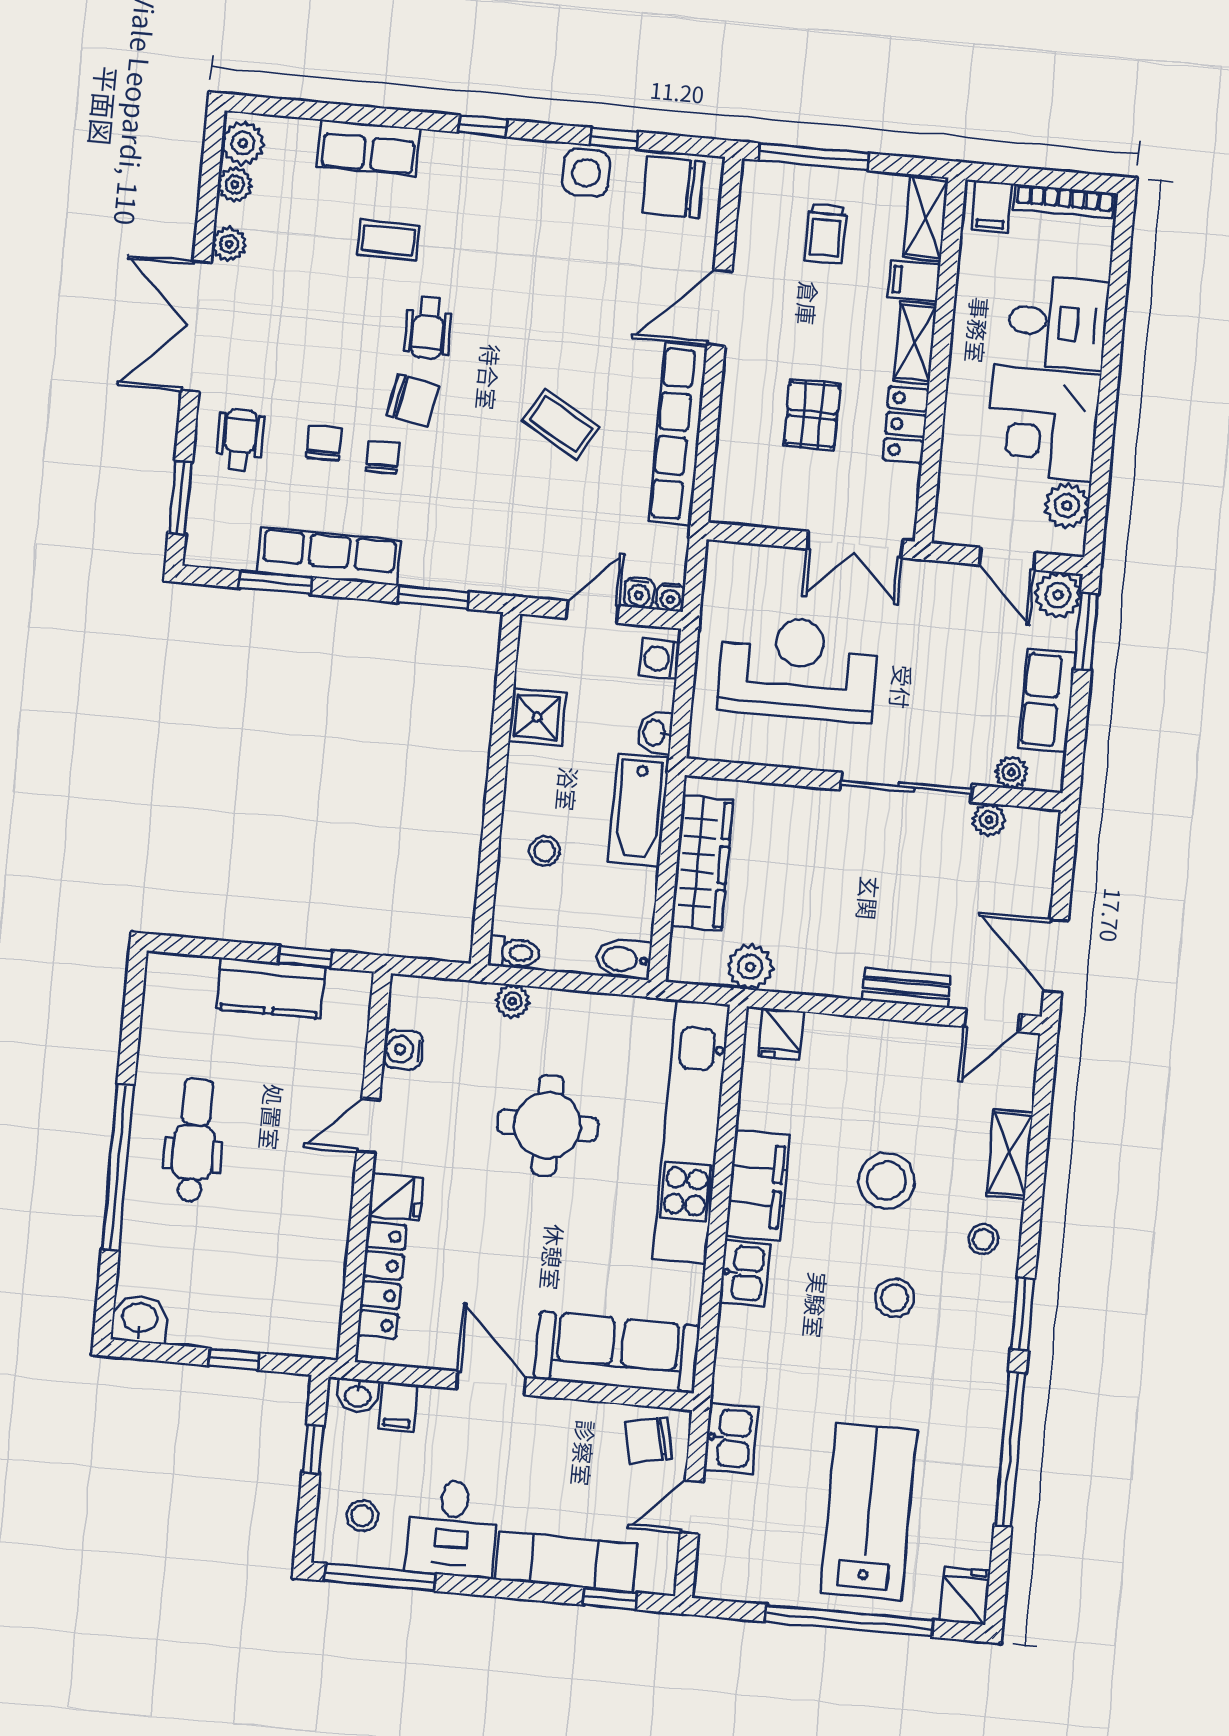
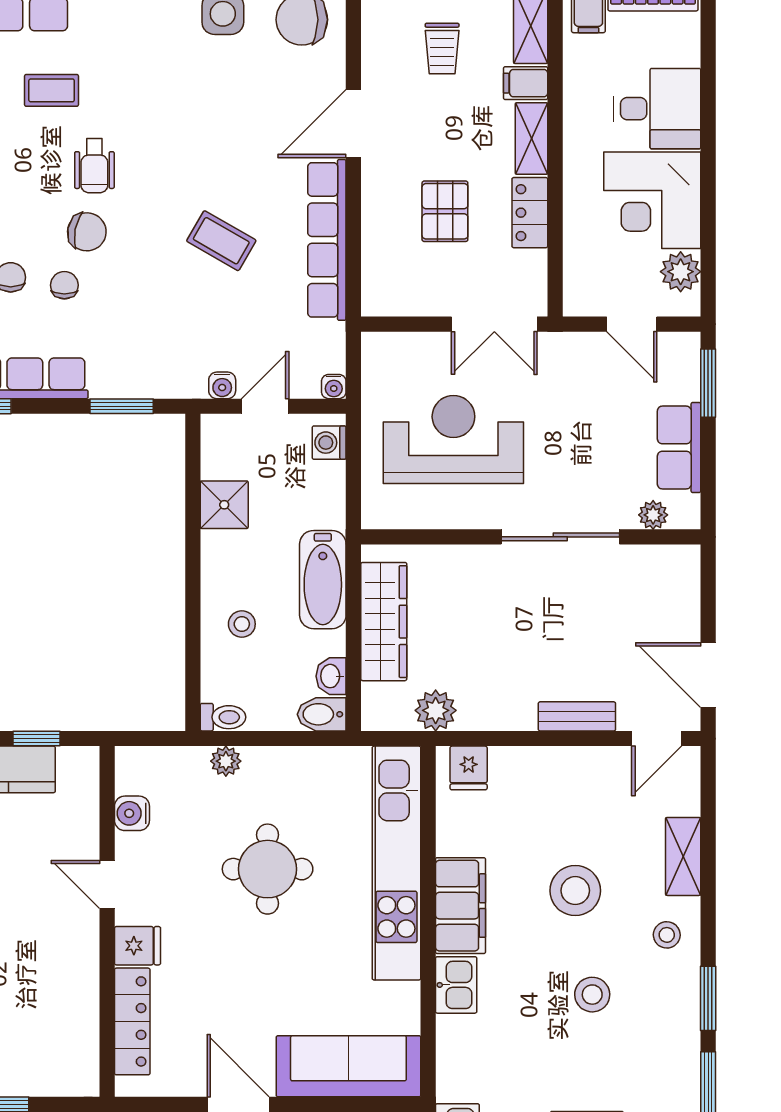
water cooler: (639, 593) -> (222, 385), moved
plant: (1058, 595) -> (680, 352), removed
washbasin: (655, 733) -> (331, 676), moved
plant: (989, 820) -> (637, 559), removed
door: (368, 1126) -> (107, 884), hinge flipped

